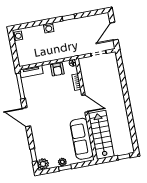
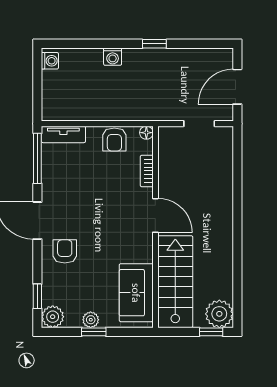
armchair: (43, 130) -> (65, 251), added
sofa: (82, 139) -> (136, 293), width x0.73
plant: (126, 147) -> (219, 314), added

